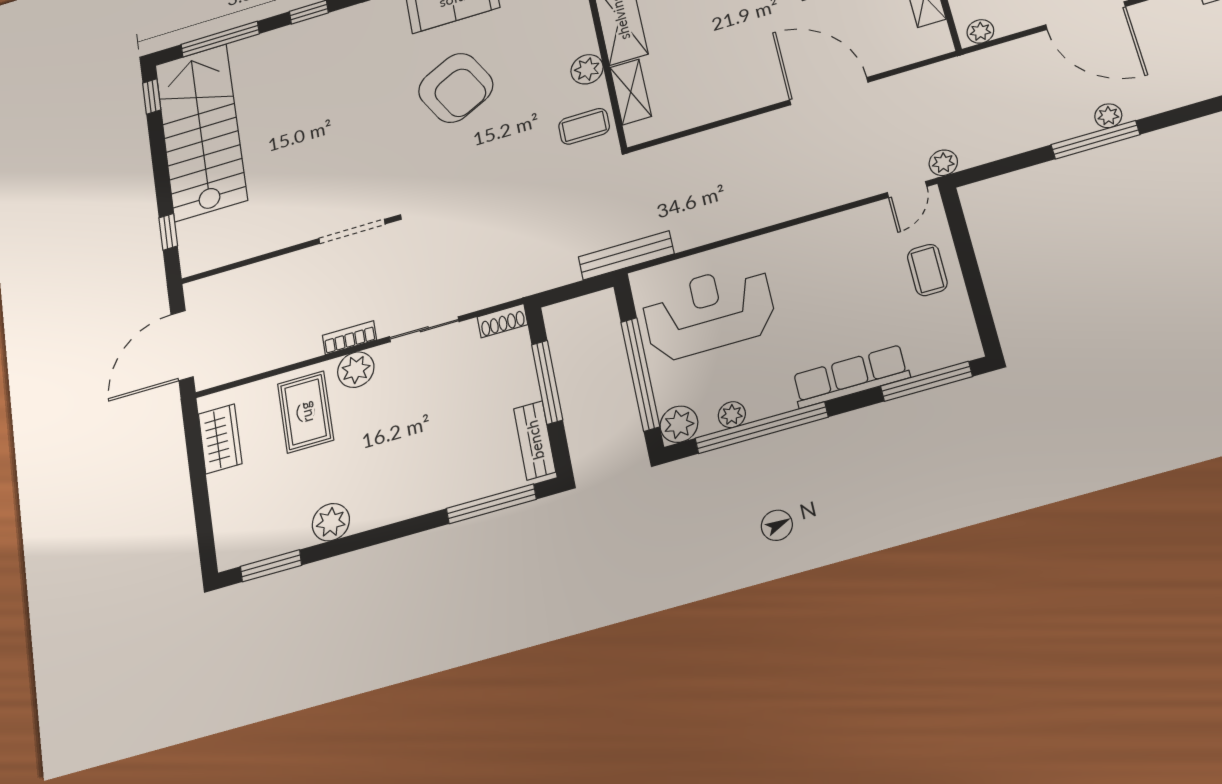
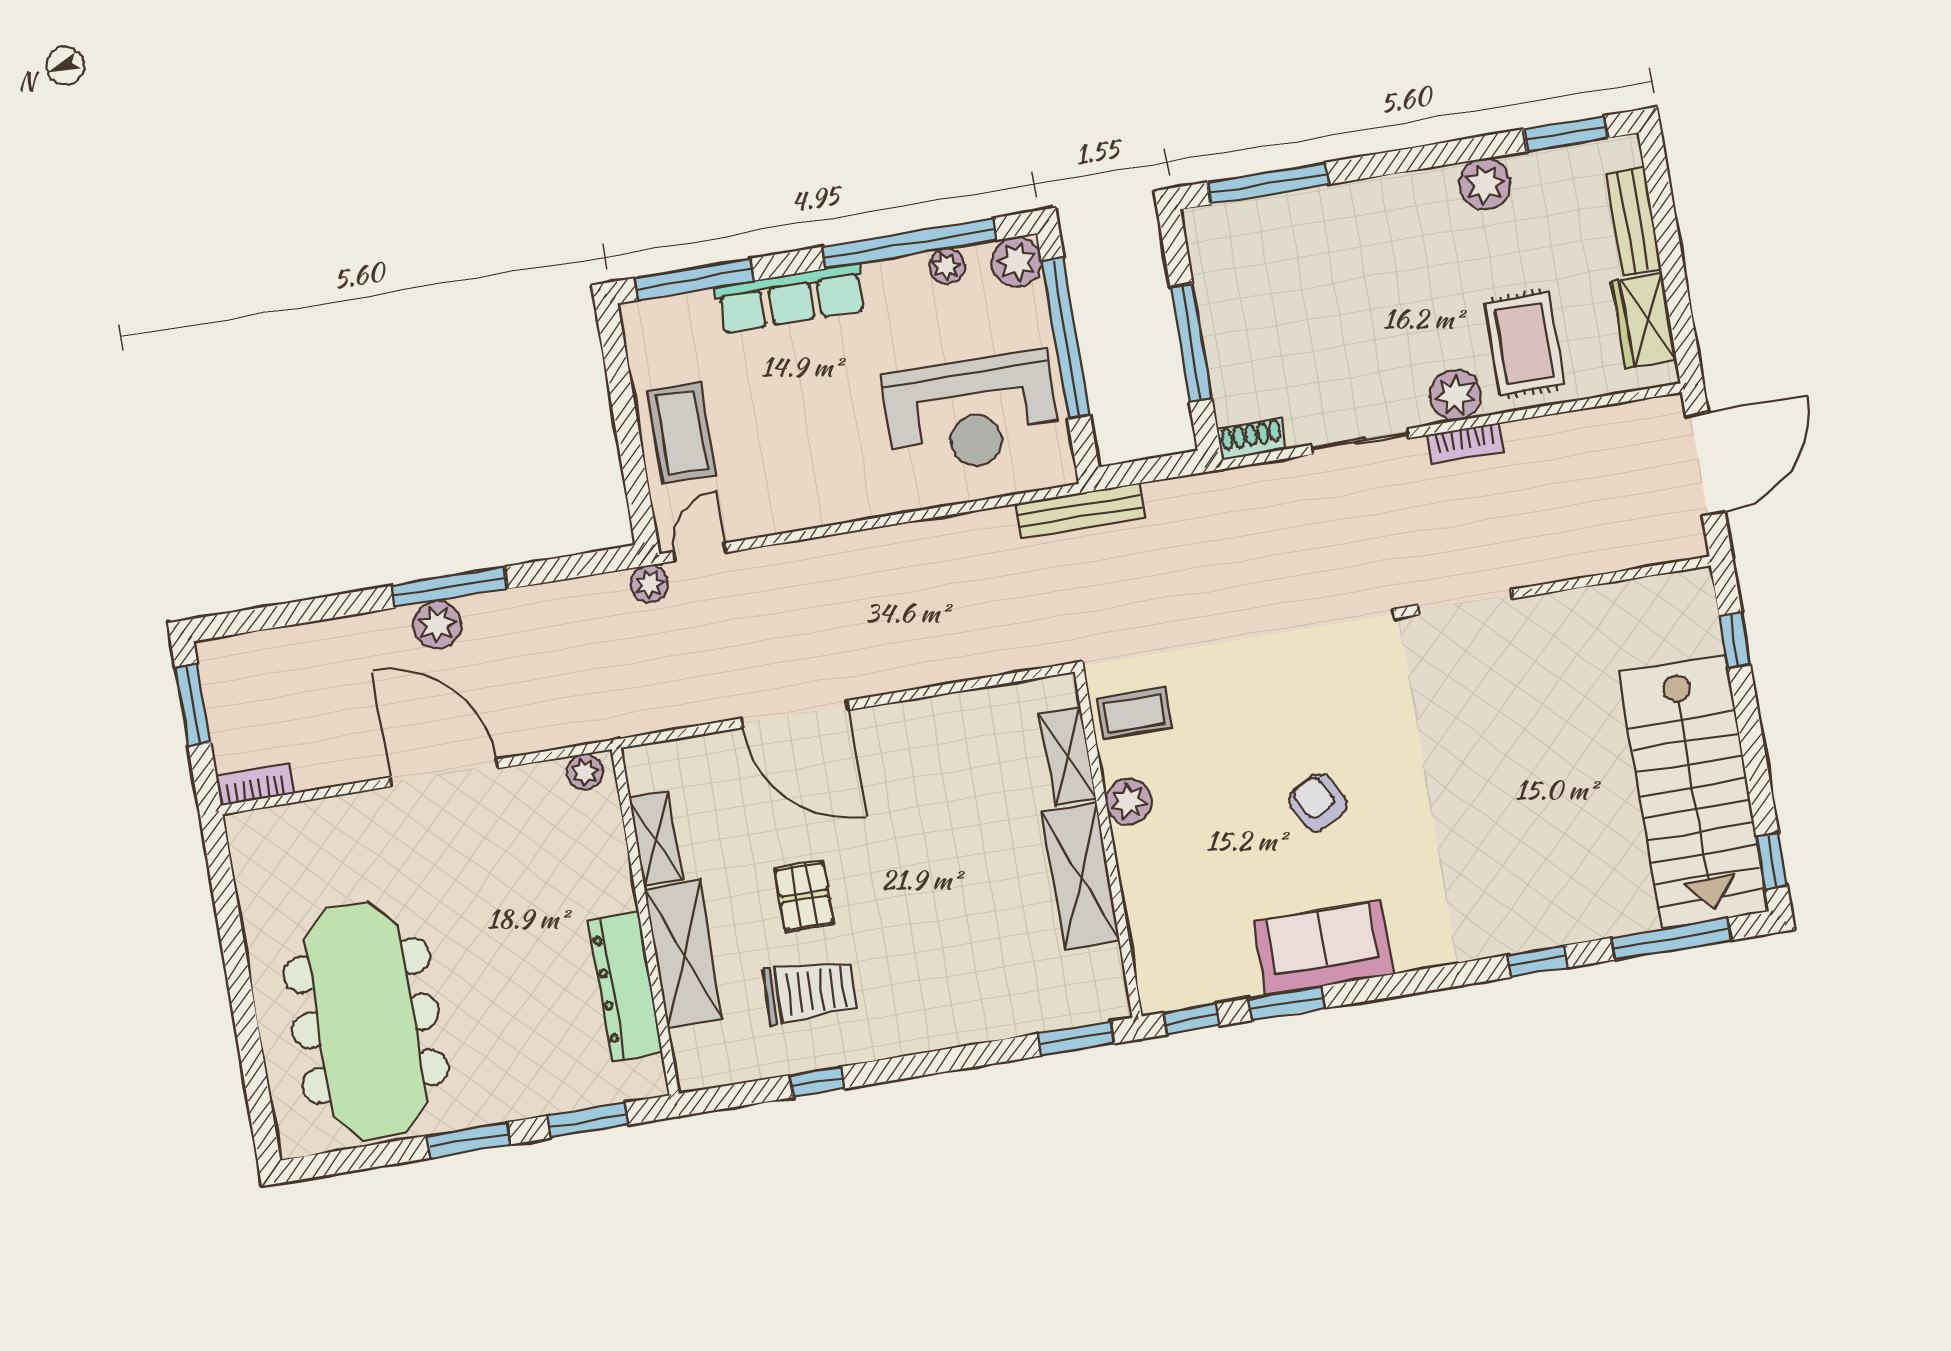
armchair: (456, 88) -> (1318, 802), width x0.53, depth x0.53
plant: (1108, 116) -> (437, 625), width x1.38, depth x1.38
coffee table: (927, 270) -> (682, 433), width x1.36, depth x1.30
bench: (535, 440) -> (1634, 221), moved

